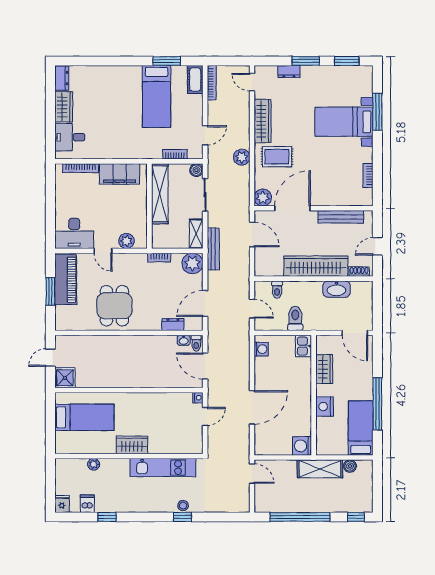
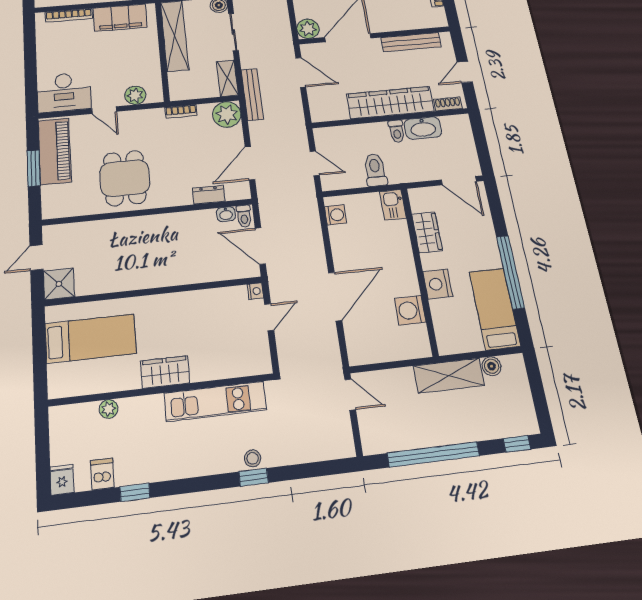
toilet: (277, 290) -> (397, 131), moved
washing machine: (302, 446) -> (410, 310), moved

